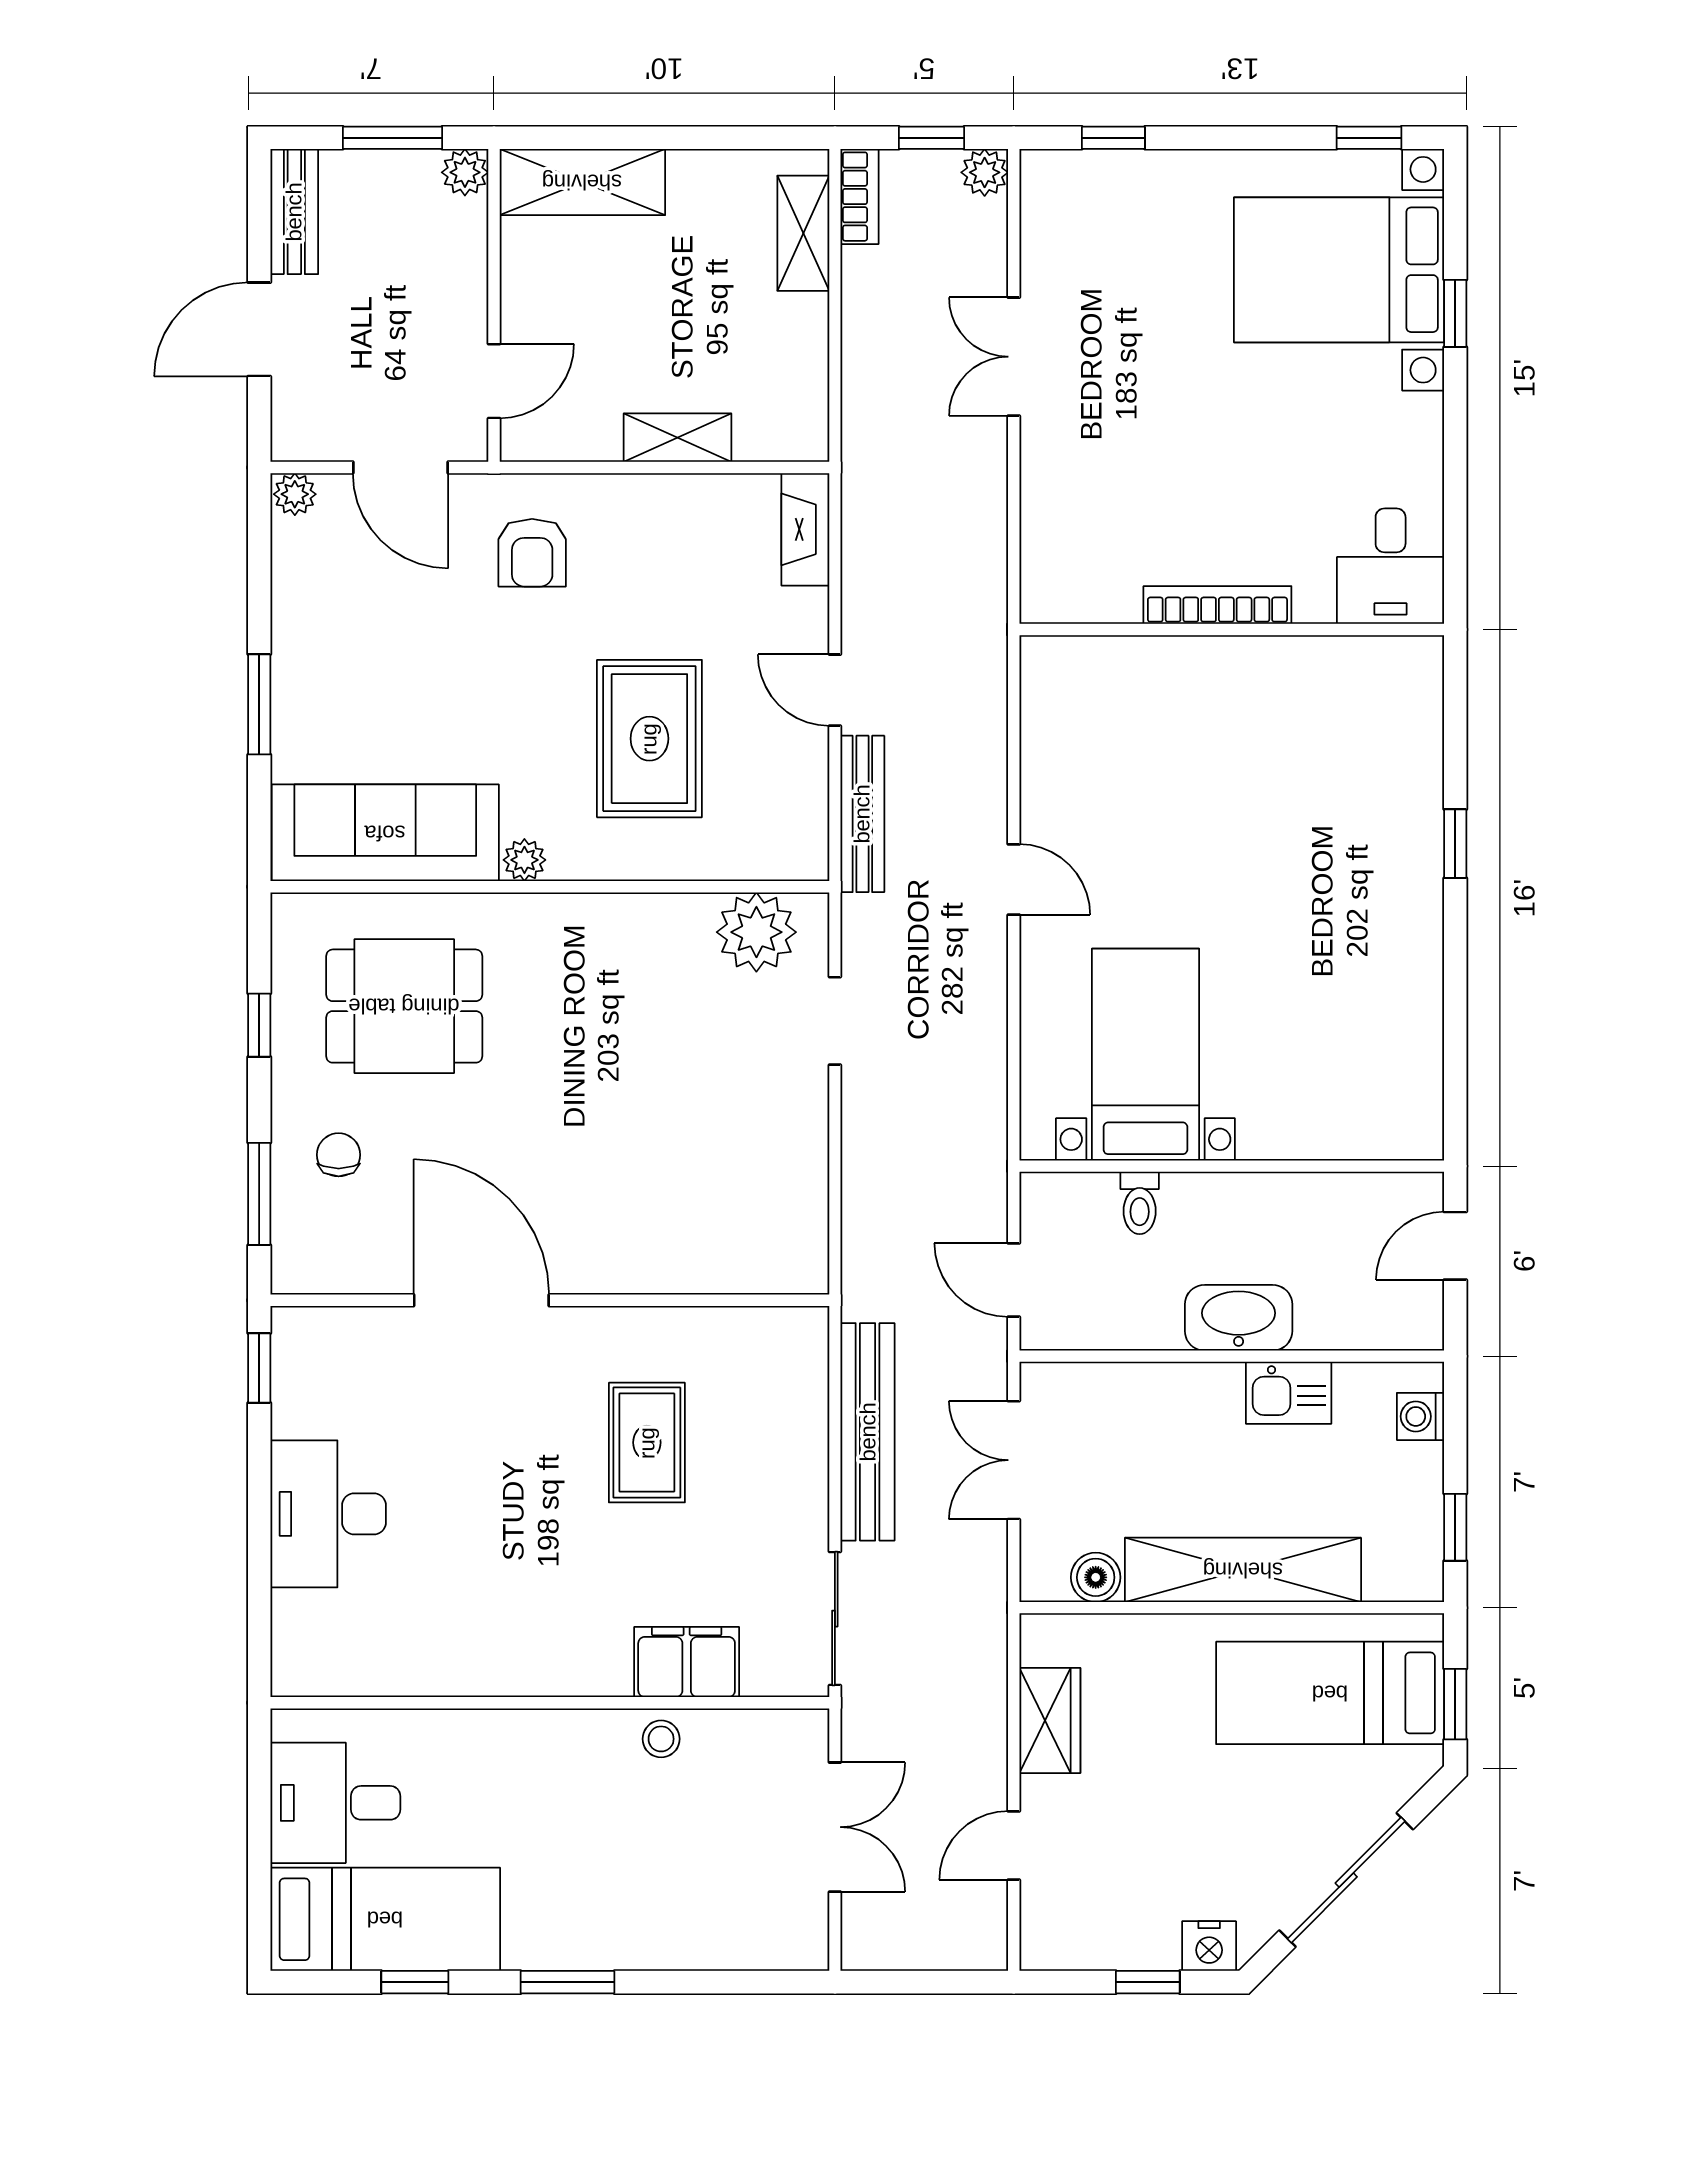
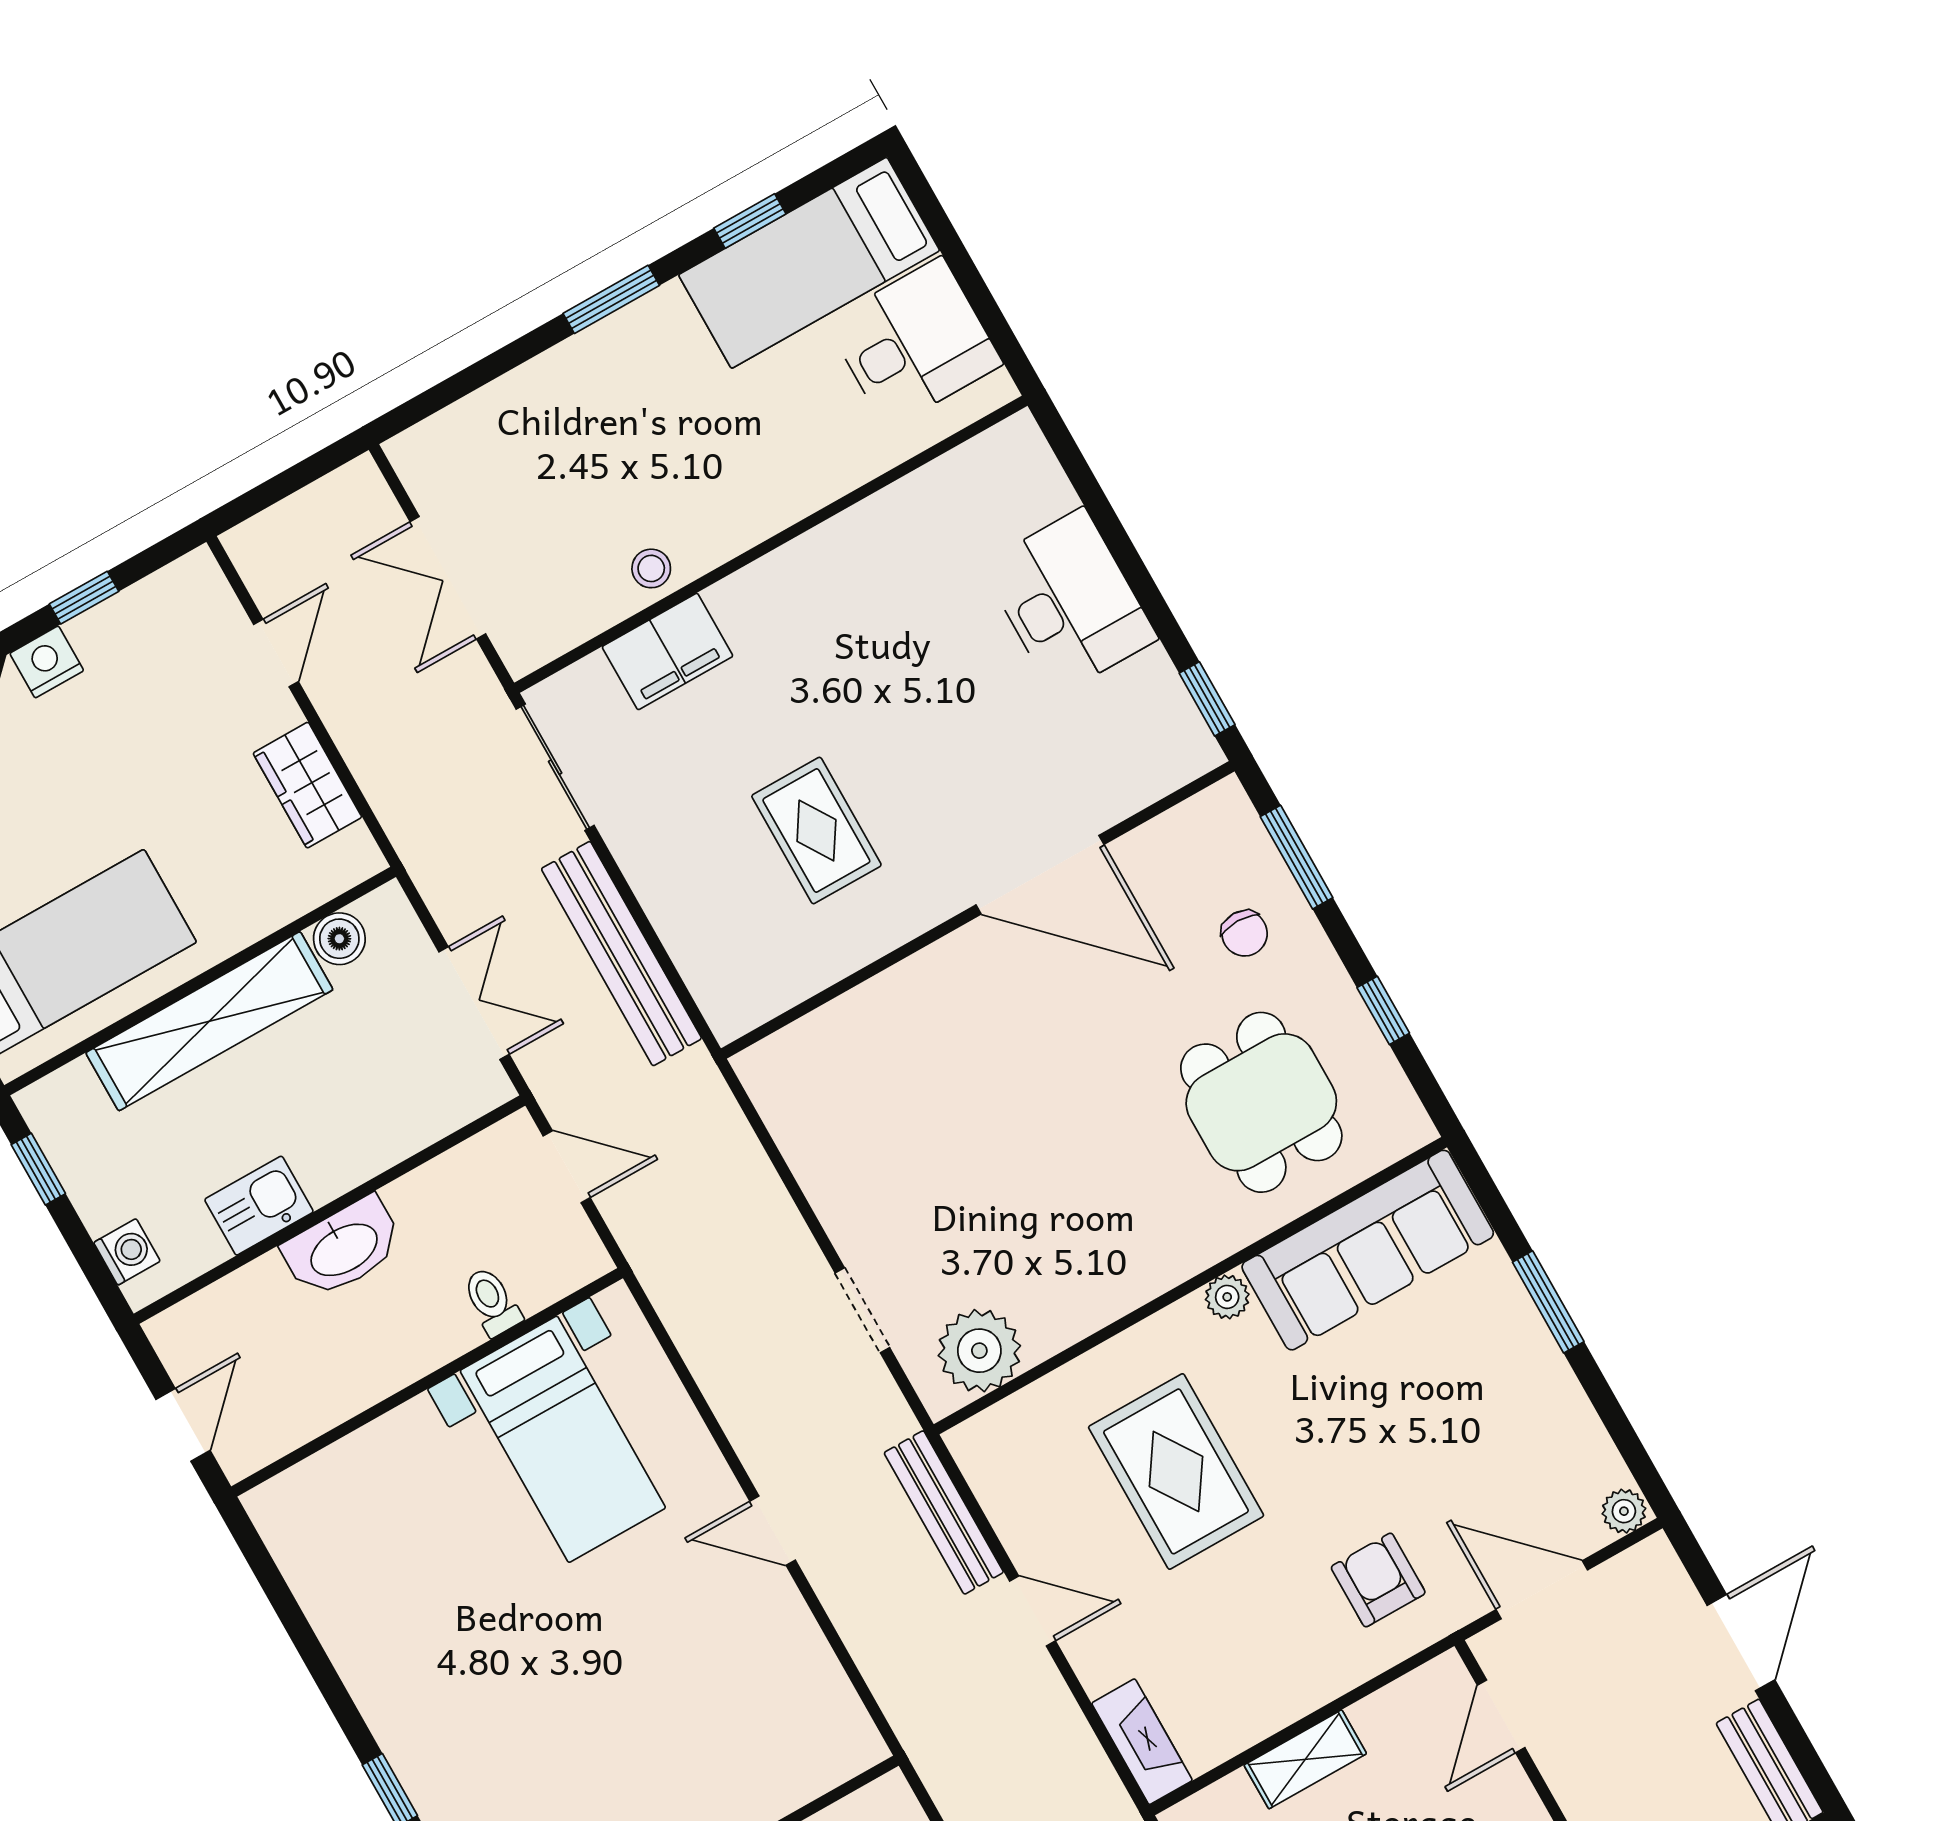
dining table: (404, 1006) -> (1261, 1102), turned 90

